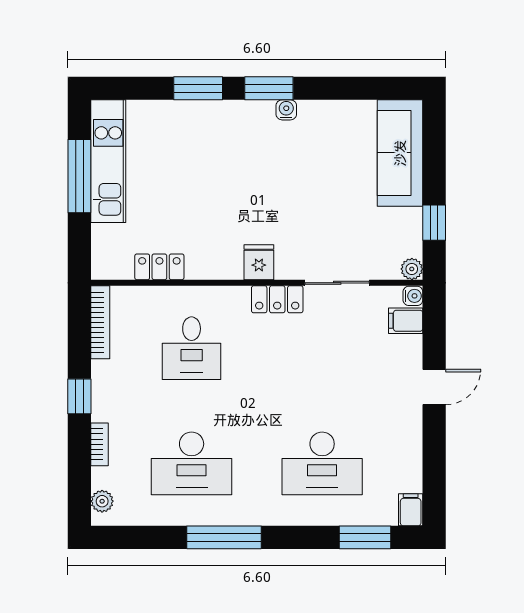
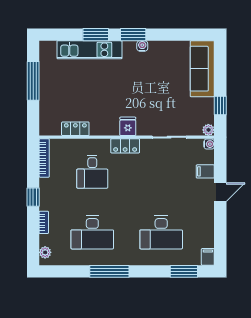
kitchen unit: (108, 161) -> (89, 50), moved, turned 90
locker: (277, 299) -> (125, 146), moved
filing cabinet: (406, 321) -> (205, 171), moved

